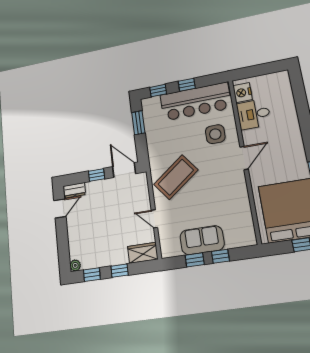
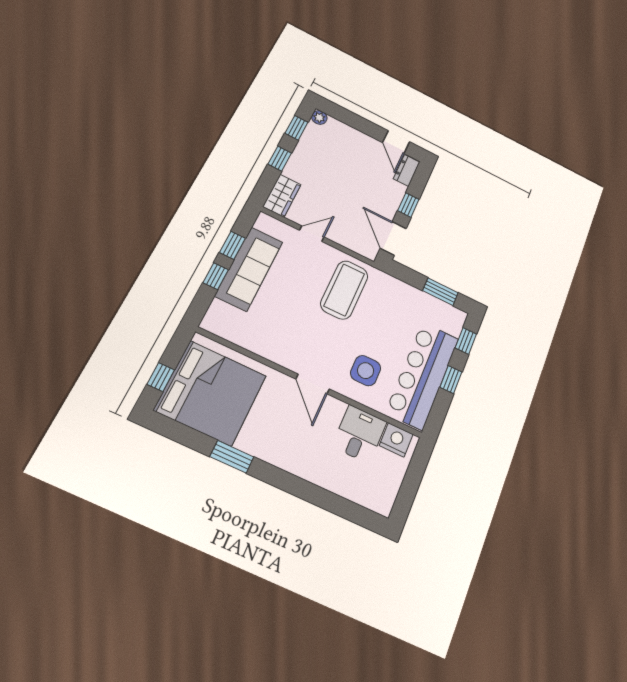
door: (124, 170) -> (393, 238), swing flipped
coffee table: (176, 177) -> (344, 290), turned 37
sofa: (202, 240) -> (249, 269), width x1.36

